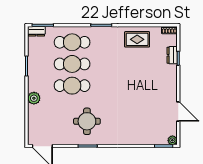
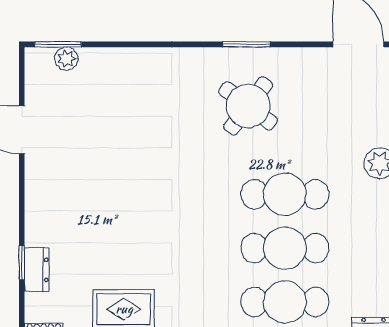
round table: (87, 121) -> (248, 106), turned 37
plant: (172, 140) -> (66, 59), moved

